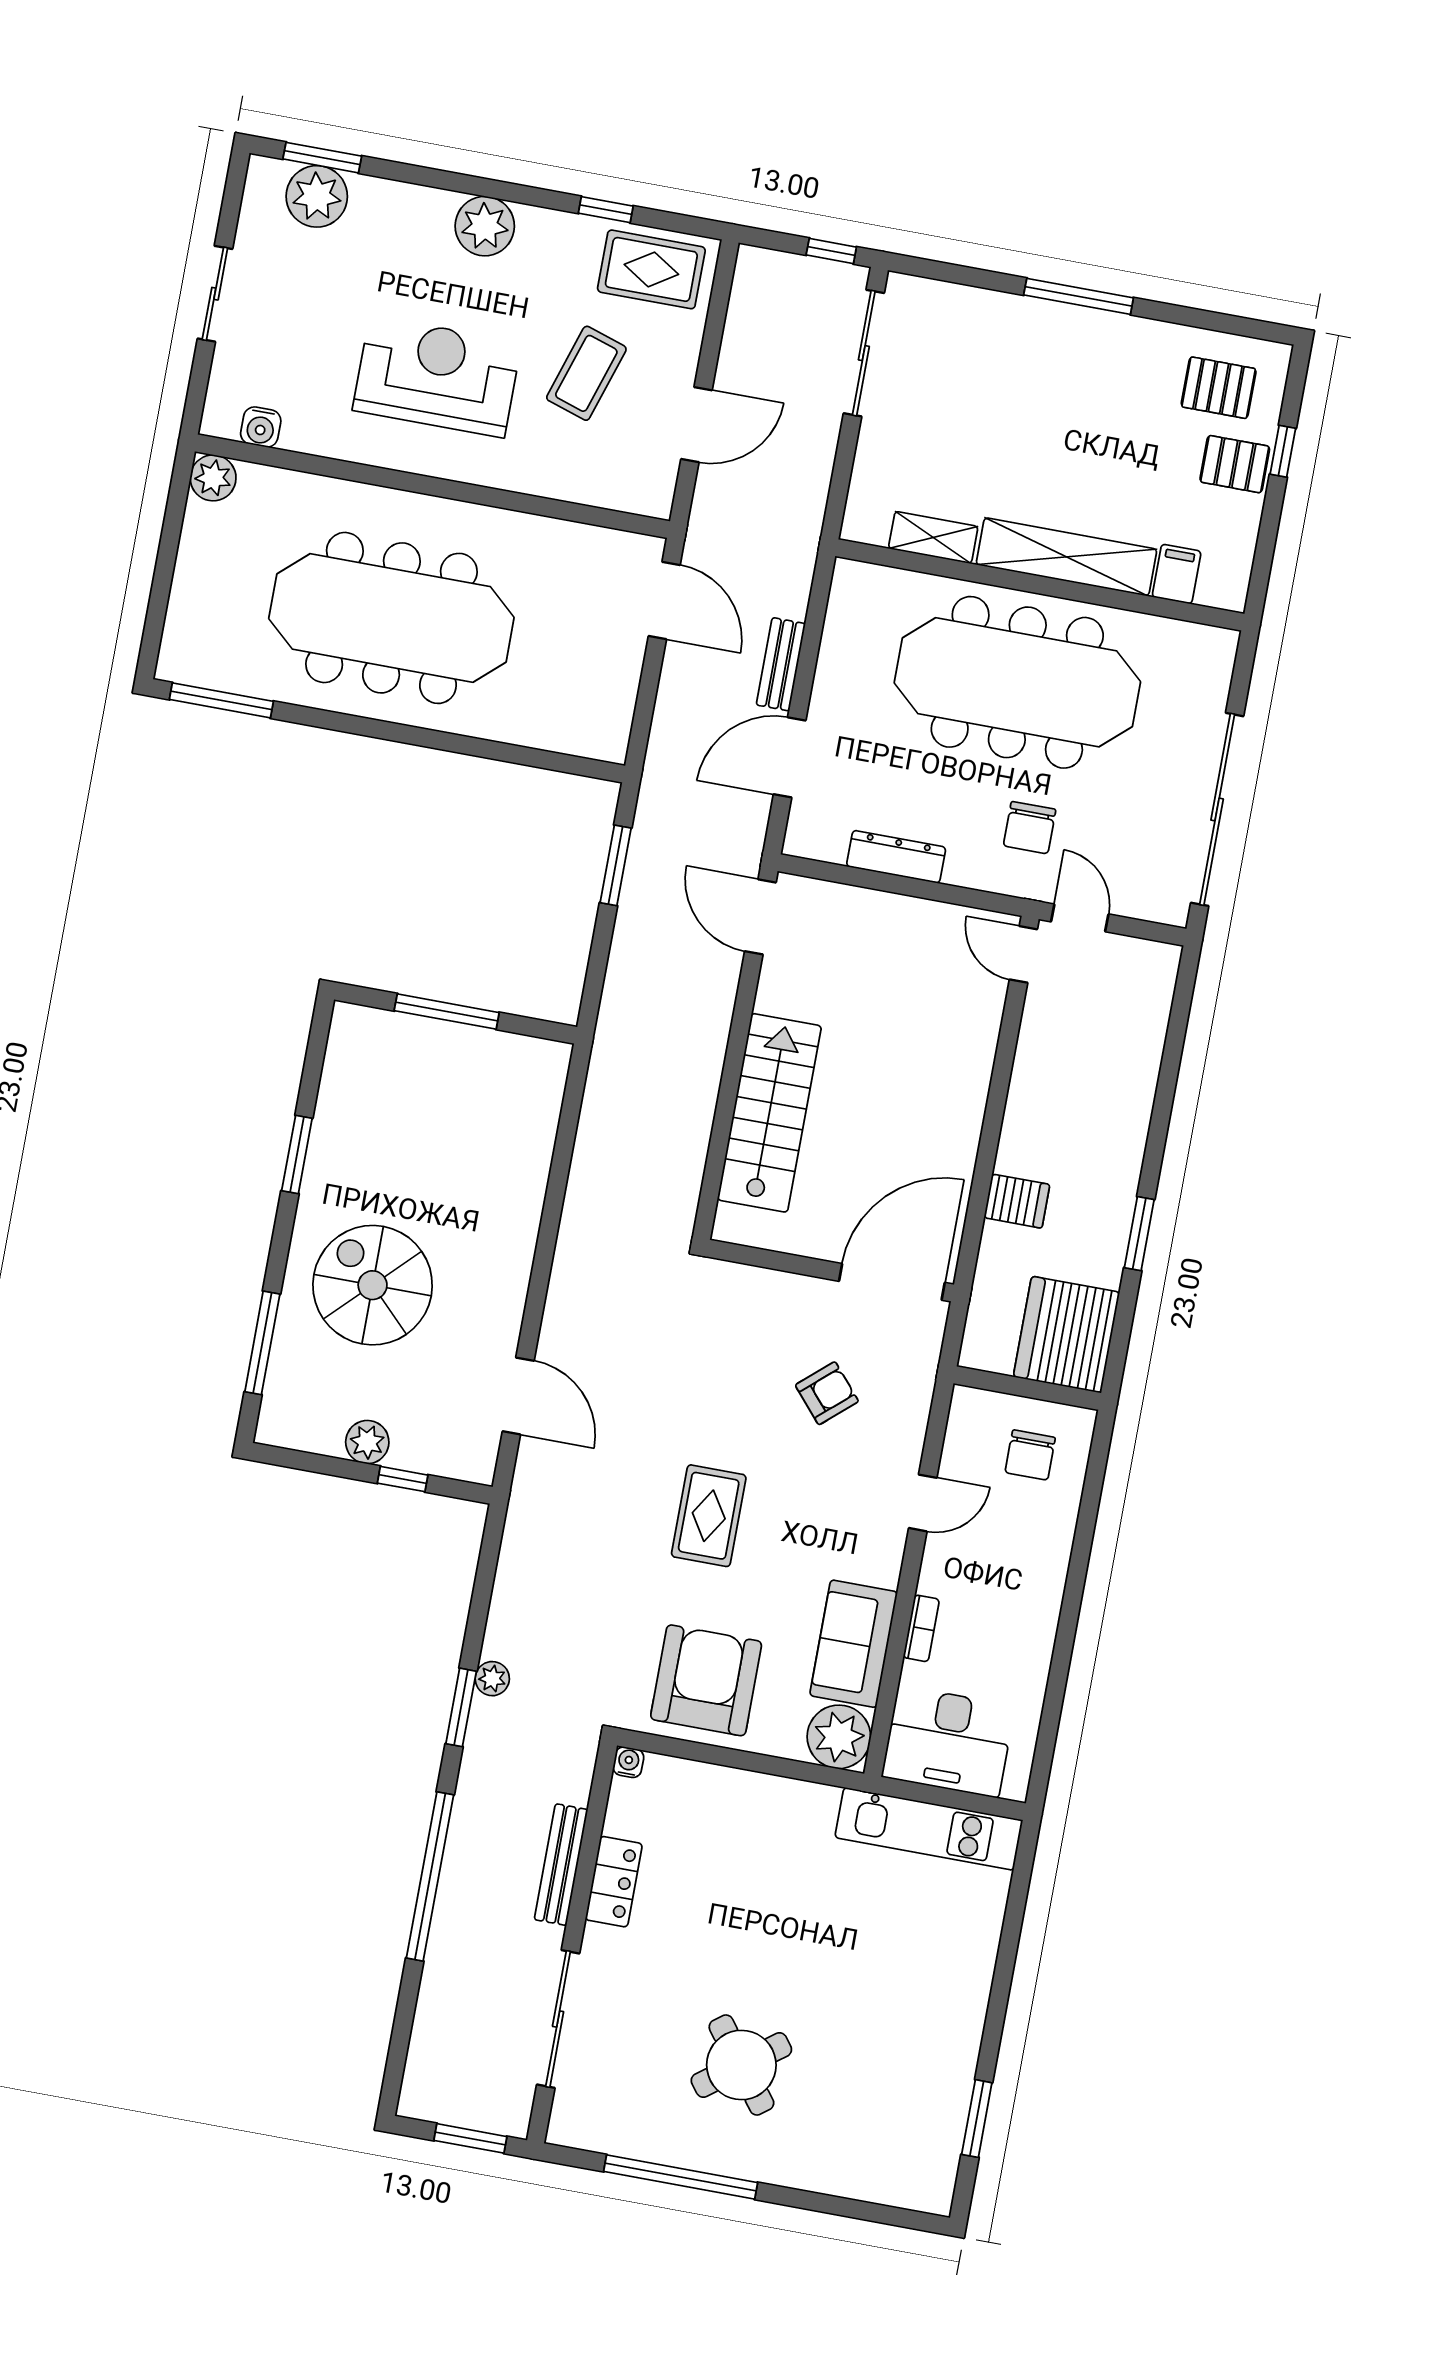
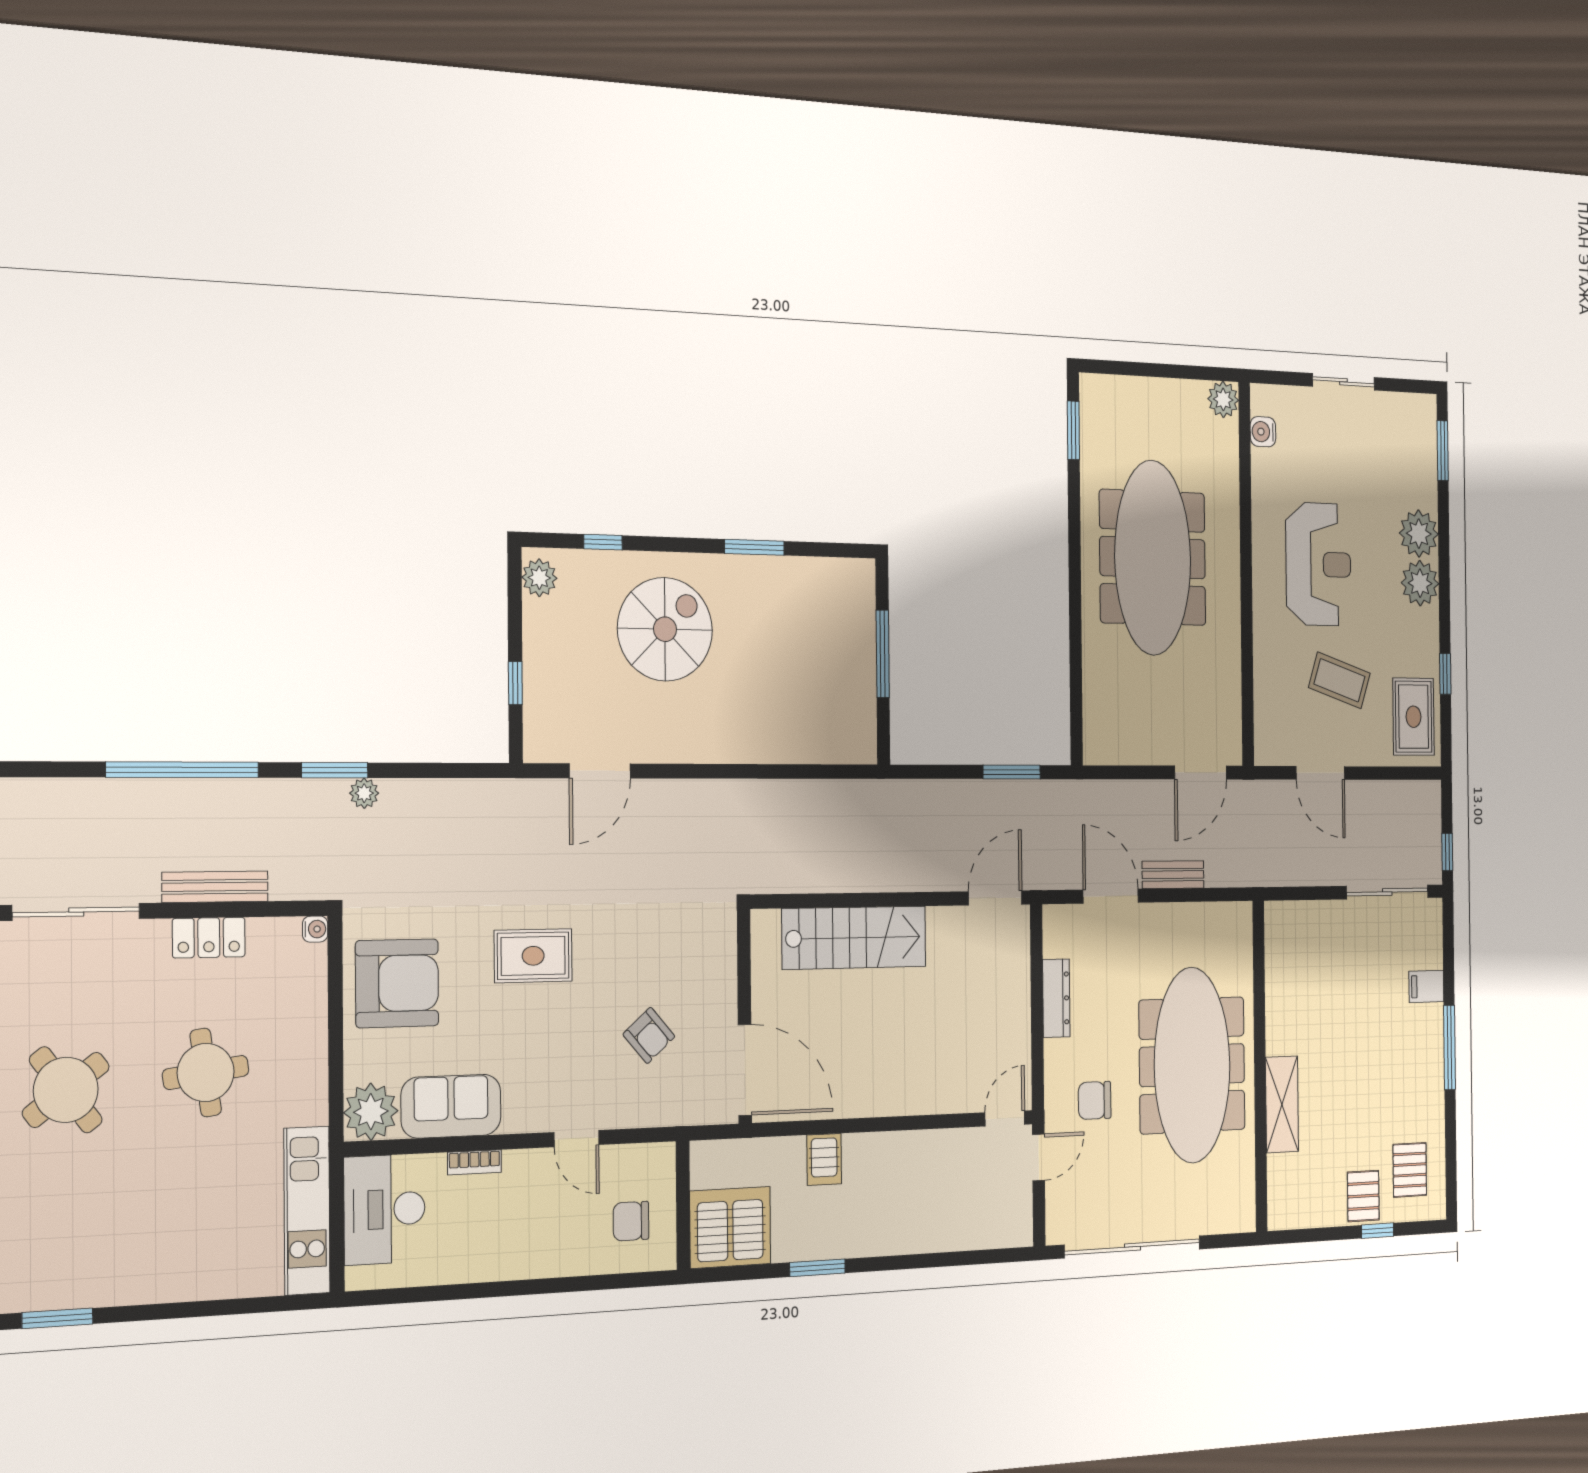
plant: (317, 196) -> (1419, 534), moved
shelving: (933, 537) -> (1277, 975), removed
shelving: (1066, 557) -> (1282, 1104), width x0.68
filing cabinet: (1177, 574) -> (1426, 986), moved, turned 180
window: (221, 700) -> (1073, 430), width x0.69
window: (262, 1343) -> (603, 542), width x0.46
plant: (367, 1442) -> (539, 578), moved
round table: (756, 1912) -> (206, 1072), added

